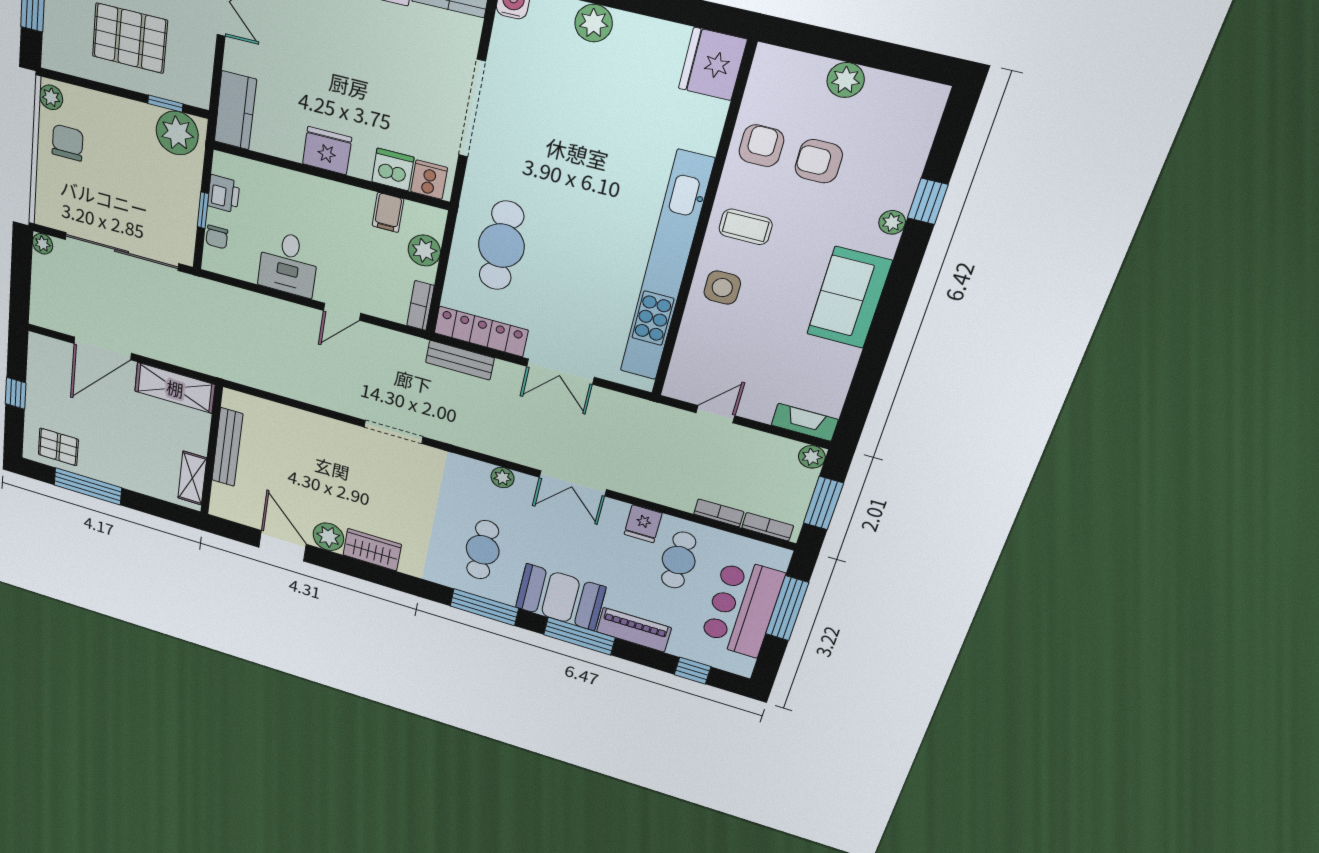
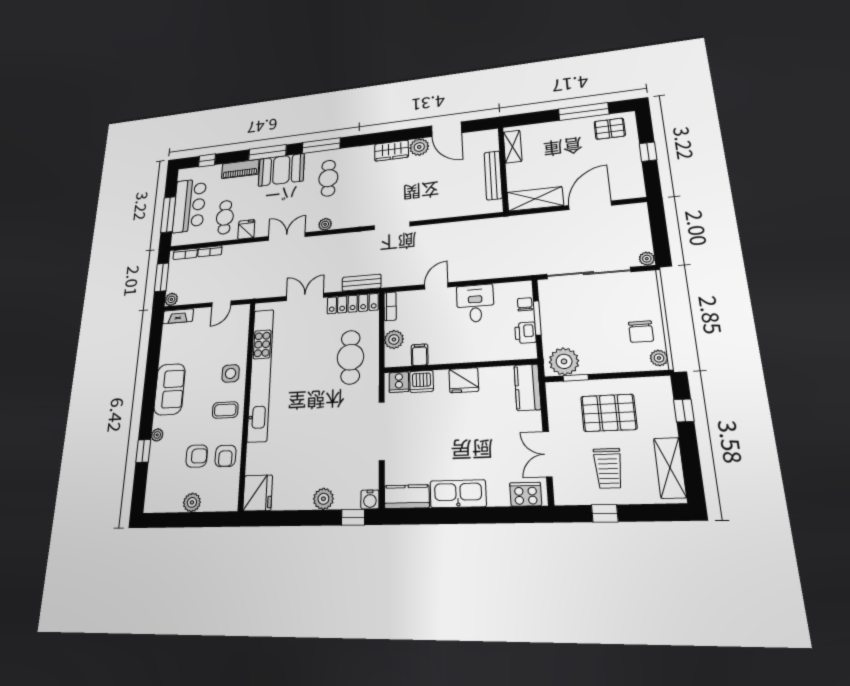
window: (203, 210) -> (537, 318), width x1.50

